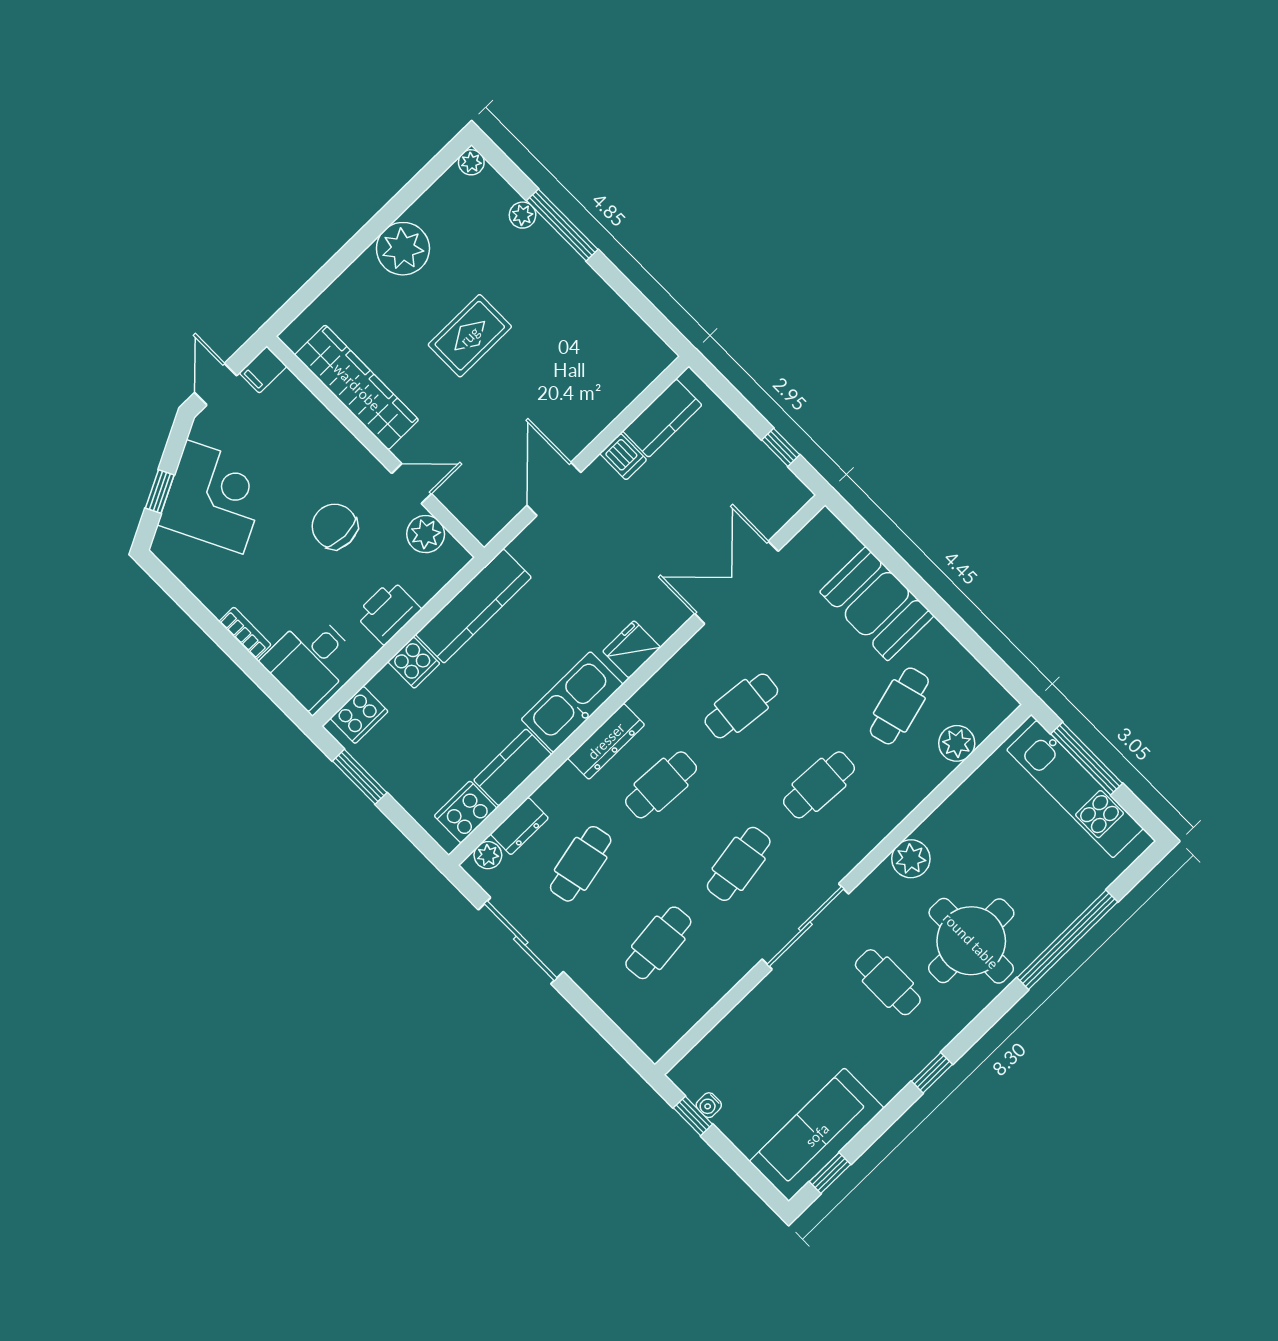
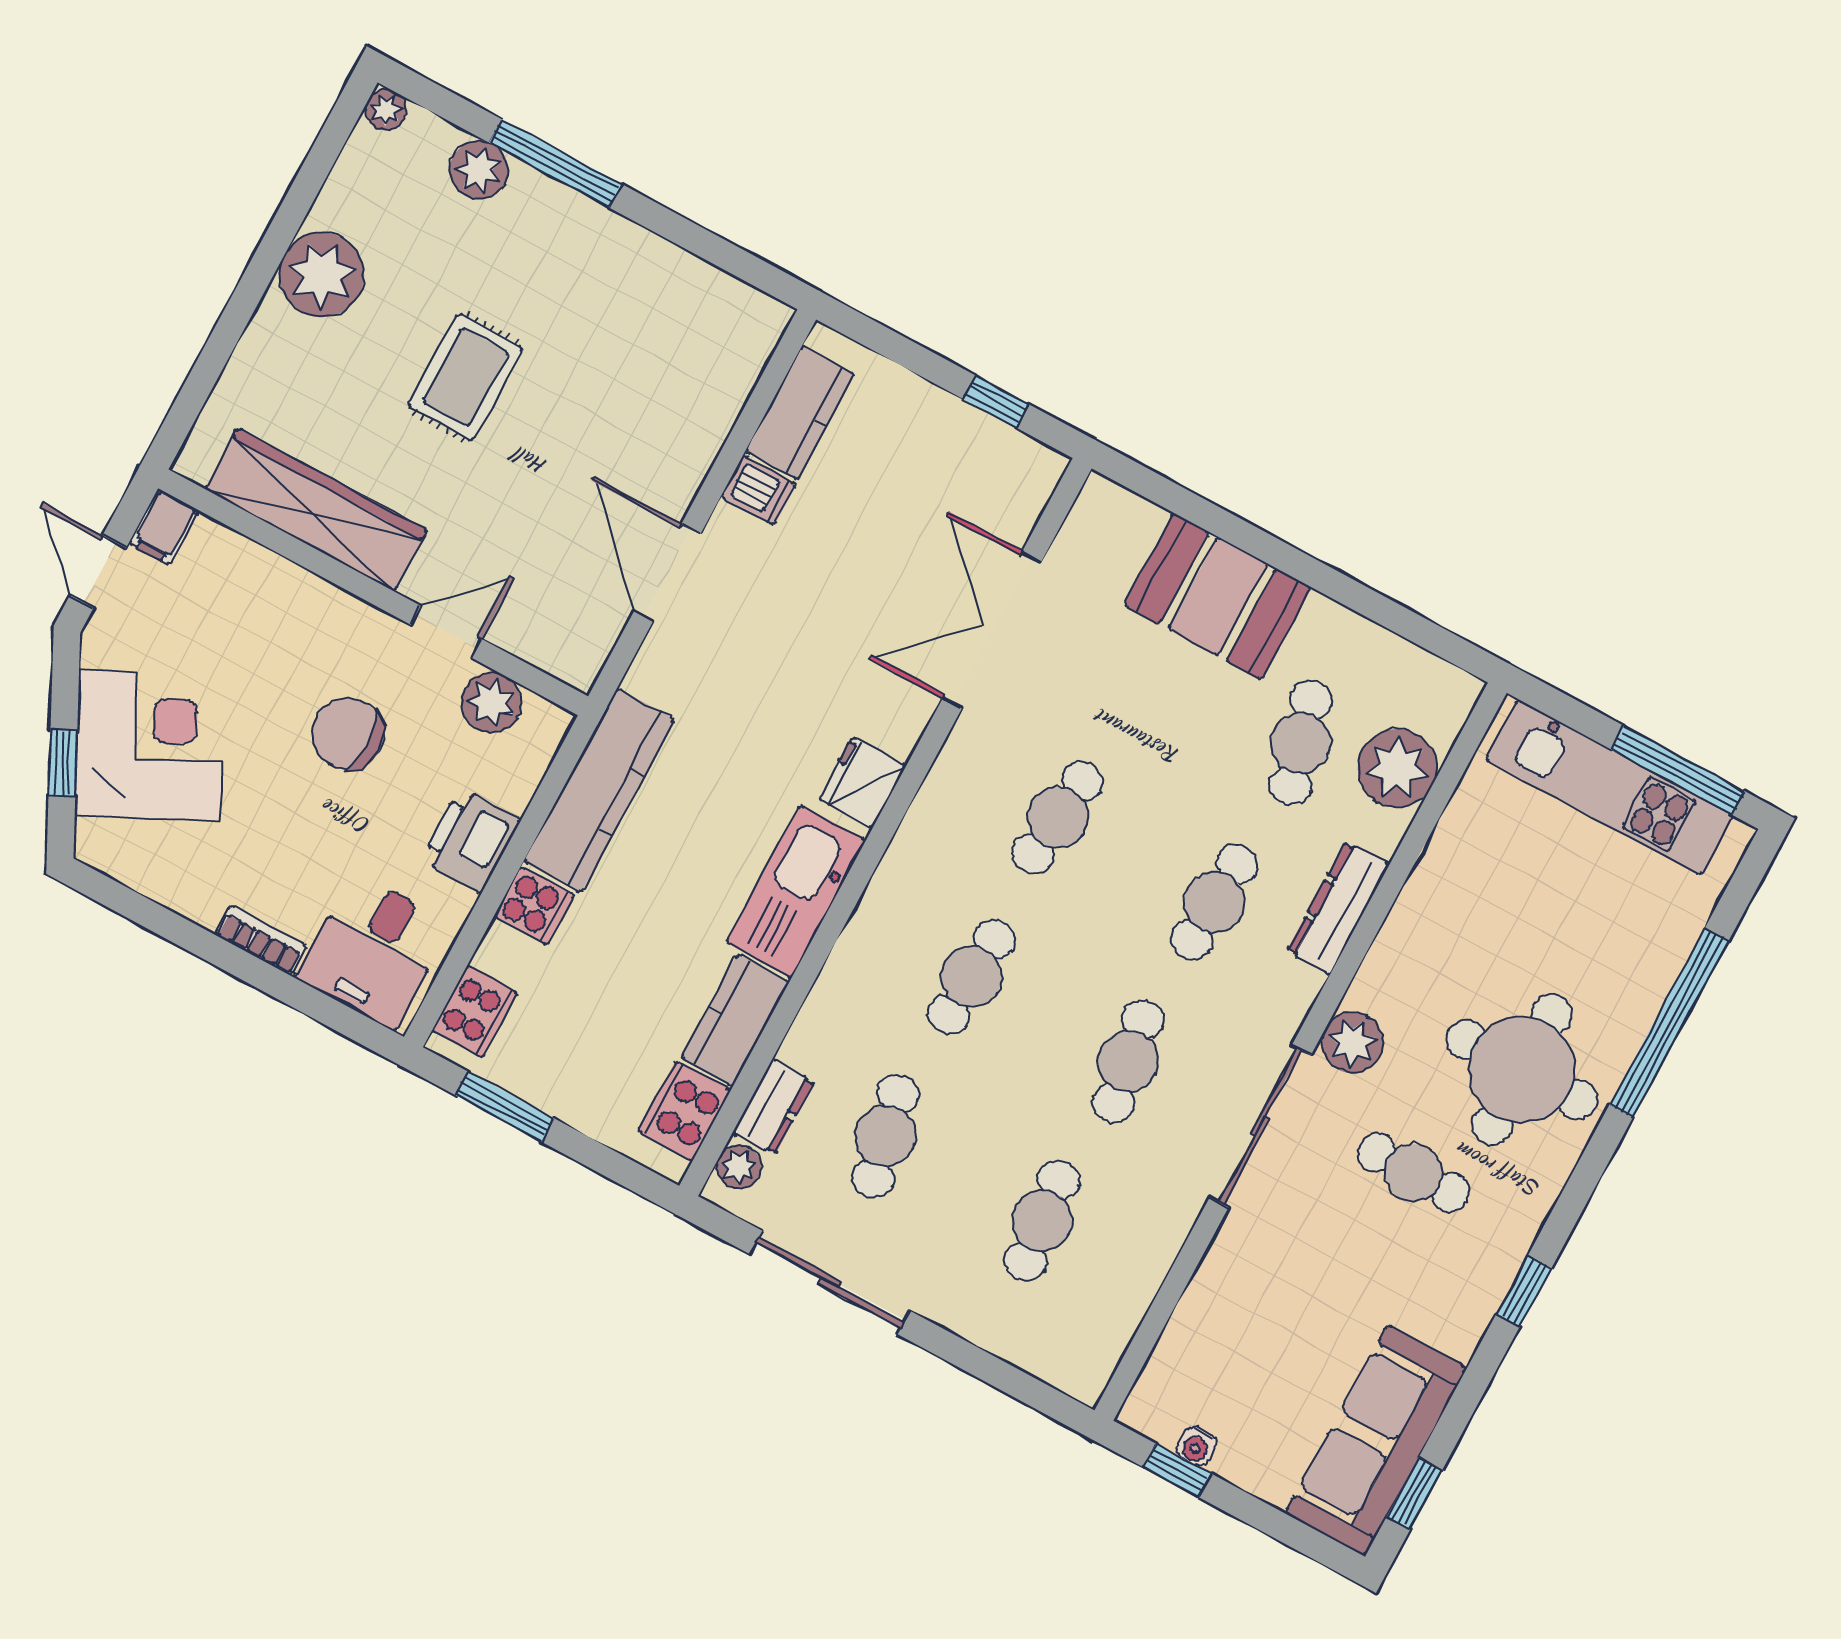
plant: (523, 215) -> (479, 170), width x1.38, depth x1.38
dresser: (606, 741) -> (1338, 908), moved, turned 180
plant: (957, 743) -> (1397, 768), width x1.36, depth x1.36
window: (1087, 759) -> (1678, 770), moved
plant: (911, 859) -> (1352, 1042), moved

